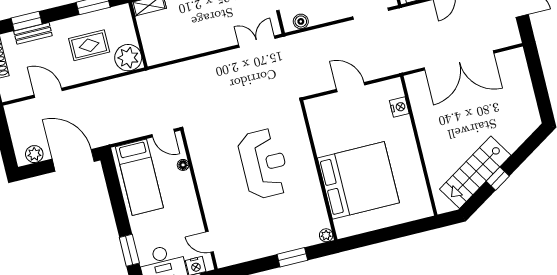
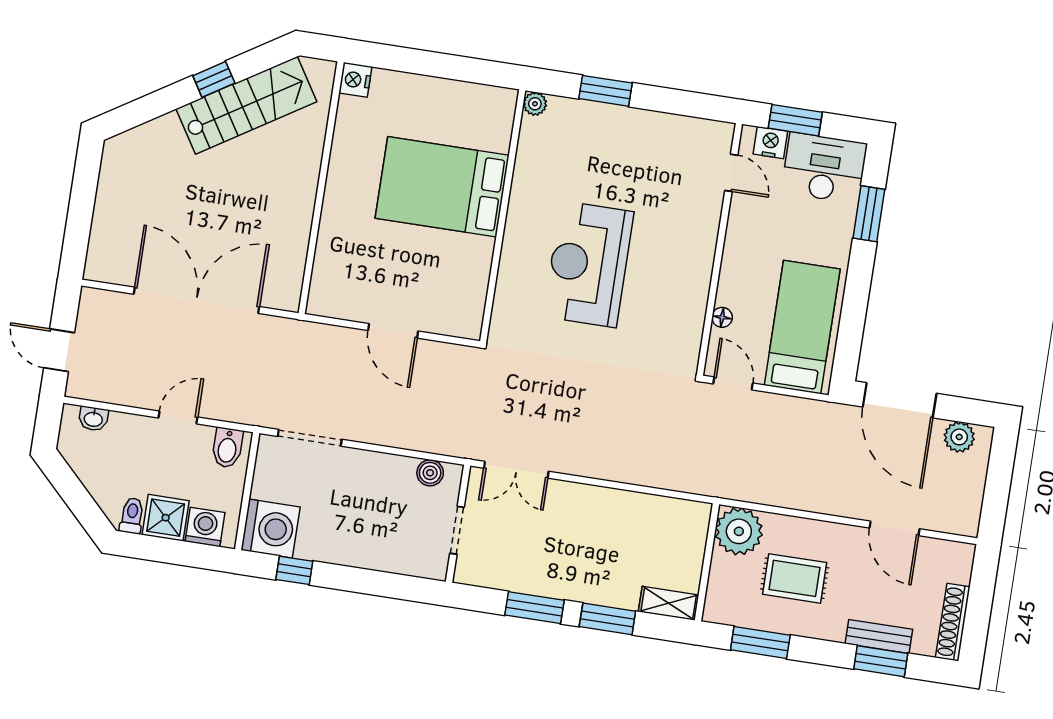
nightstand: (399, 107) -> (355, 80), moved
bed: (358, 180) -> (442, 187), width x0.73

